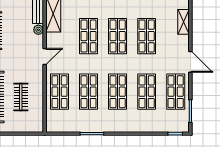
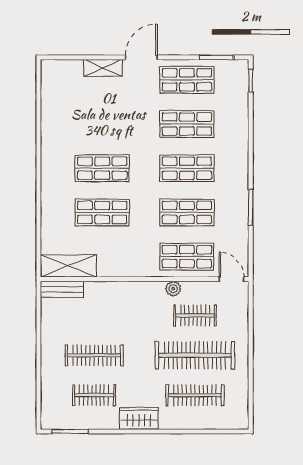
shelving: (184, 22) -> (103, 68), moved
plant: (38, 30) -> (173, 289), moved
shop shelf: (147, 36) -> (102, 124), removed
door: (45, 56) -> (231, 279), moved

